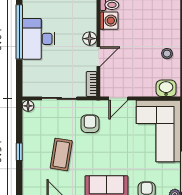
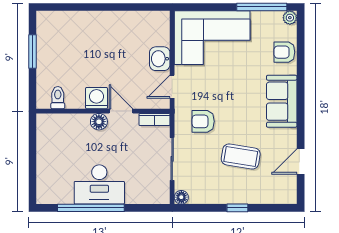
washing machine: (109, 21) -> (96, 98), moved
stool: (167, 54) -> (117, 27), removed
washbasin: (166, 88) -> (160, 59), moved
door: (118, 98) -> (172, 87), swing flipped

